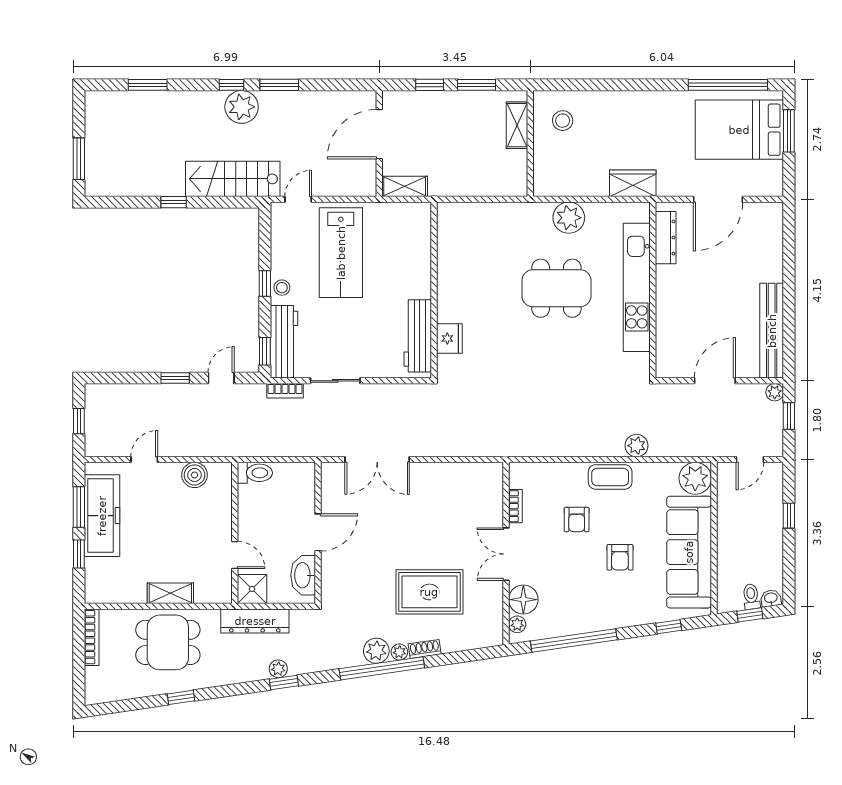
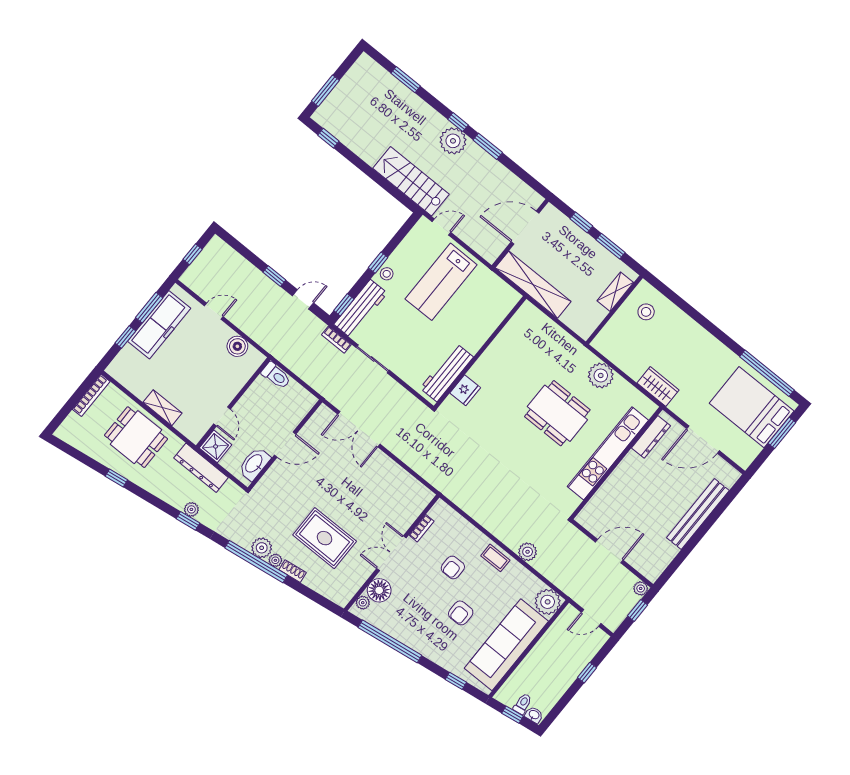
shelving: (405, 186) -> (533, 285), width x2.20, depth x1.33
window: (174, 202) -> (328, 138), moved
bench: (772, 331) -> (698, 514), moved
coffee table: (610, 477) -> (495, 558), width x0.73, depth x0.77

